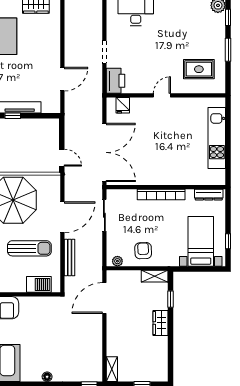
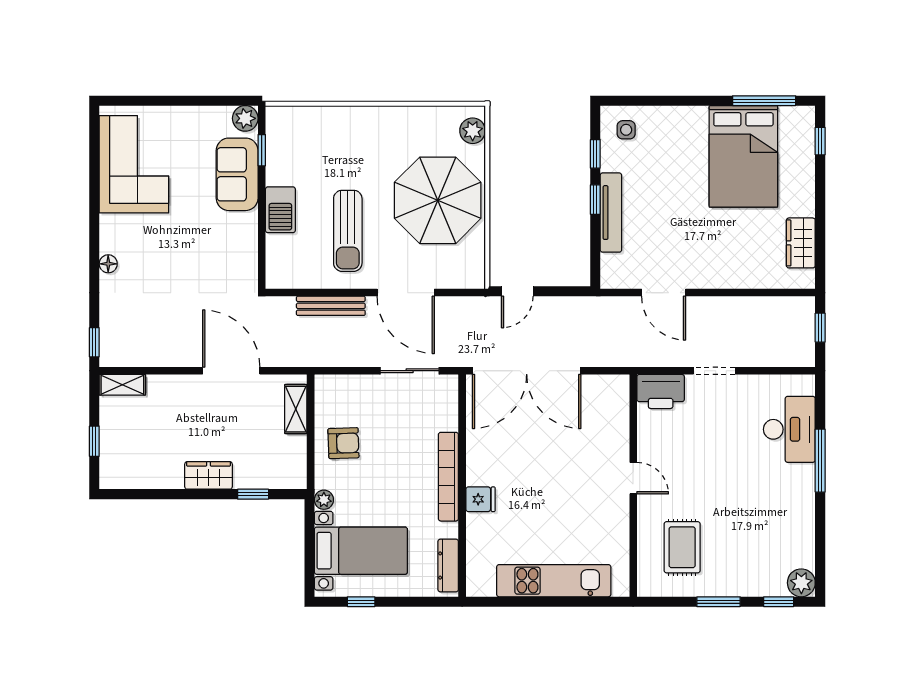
fridge: (123, 105) -> (481, 499), moved, turned 180
plant: (117, 261) -> (324, 500), moved
shelving: (155, 276) -> (296, 409), moved
barbecue: (39, 284) -> (280, 210), moved
door: (104, 298) -> (231, 371), moved

